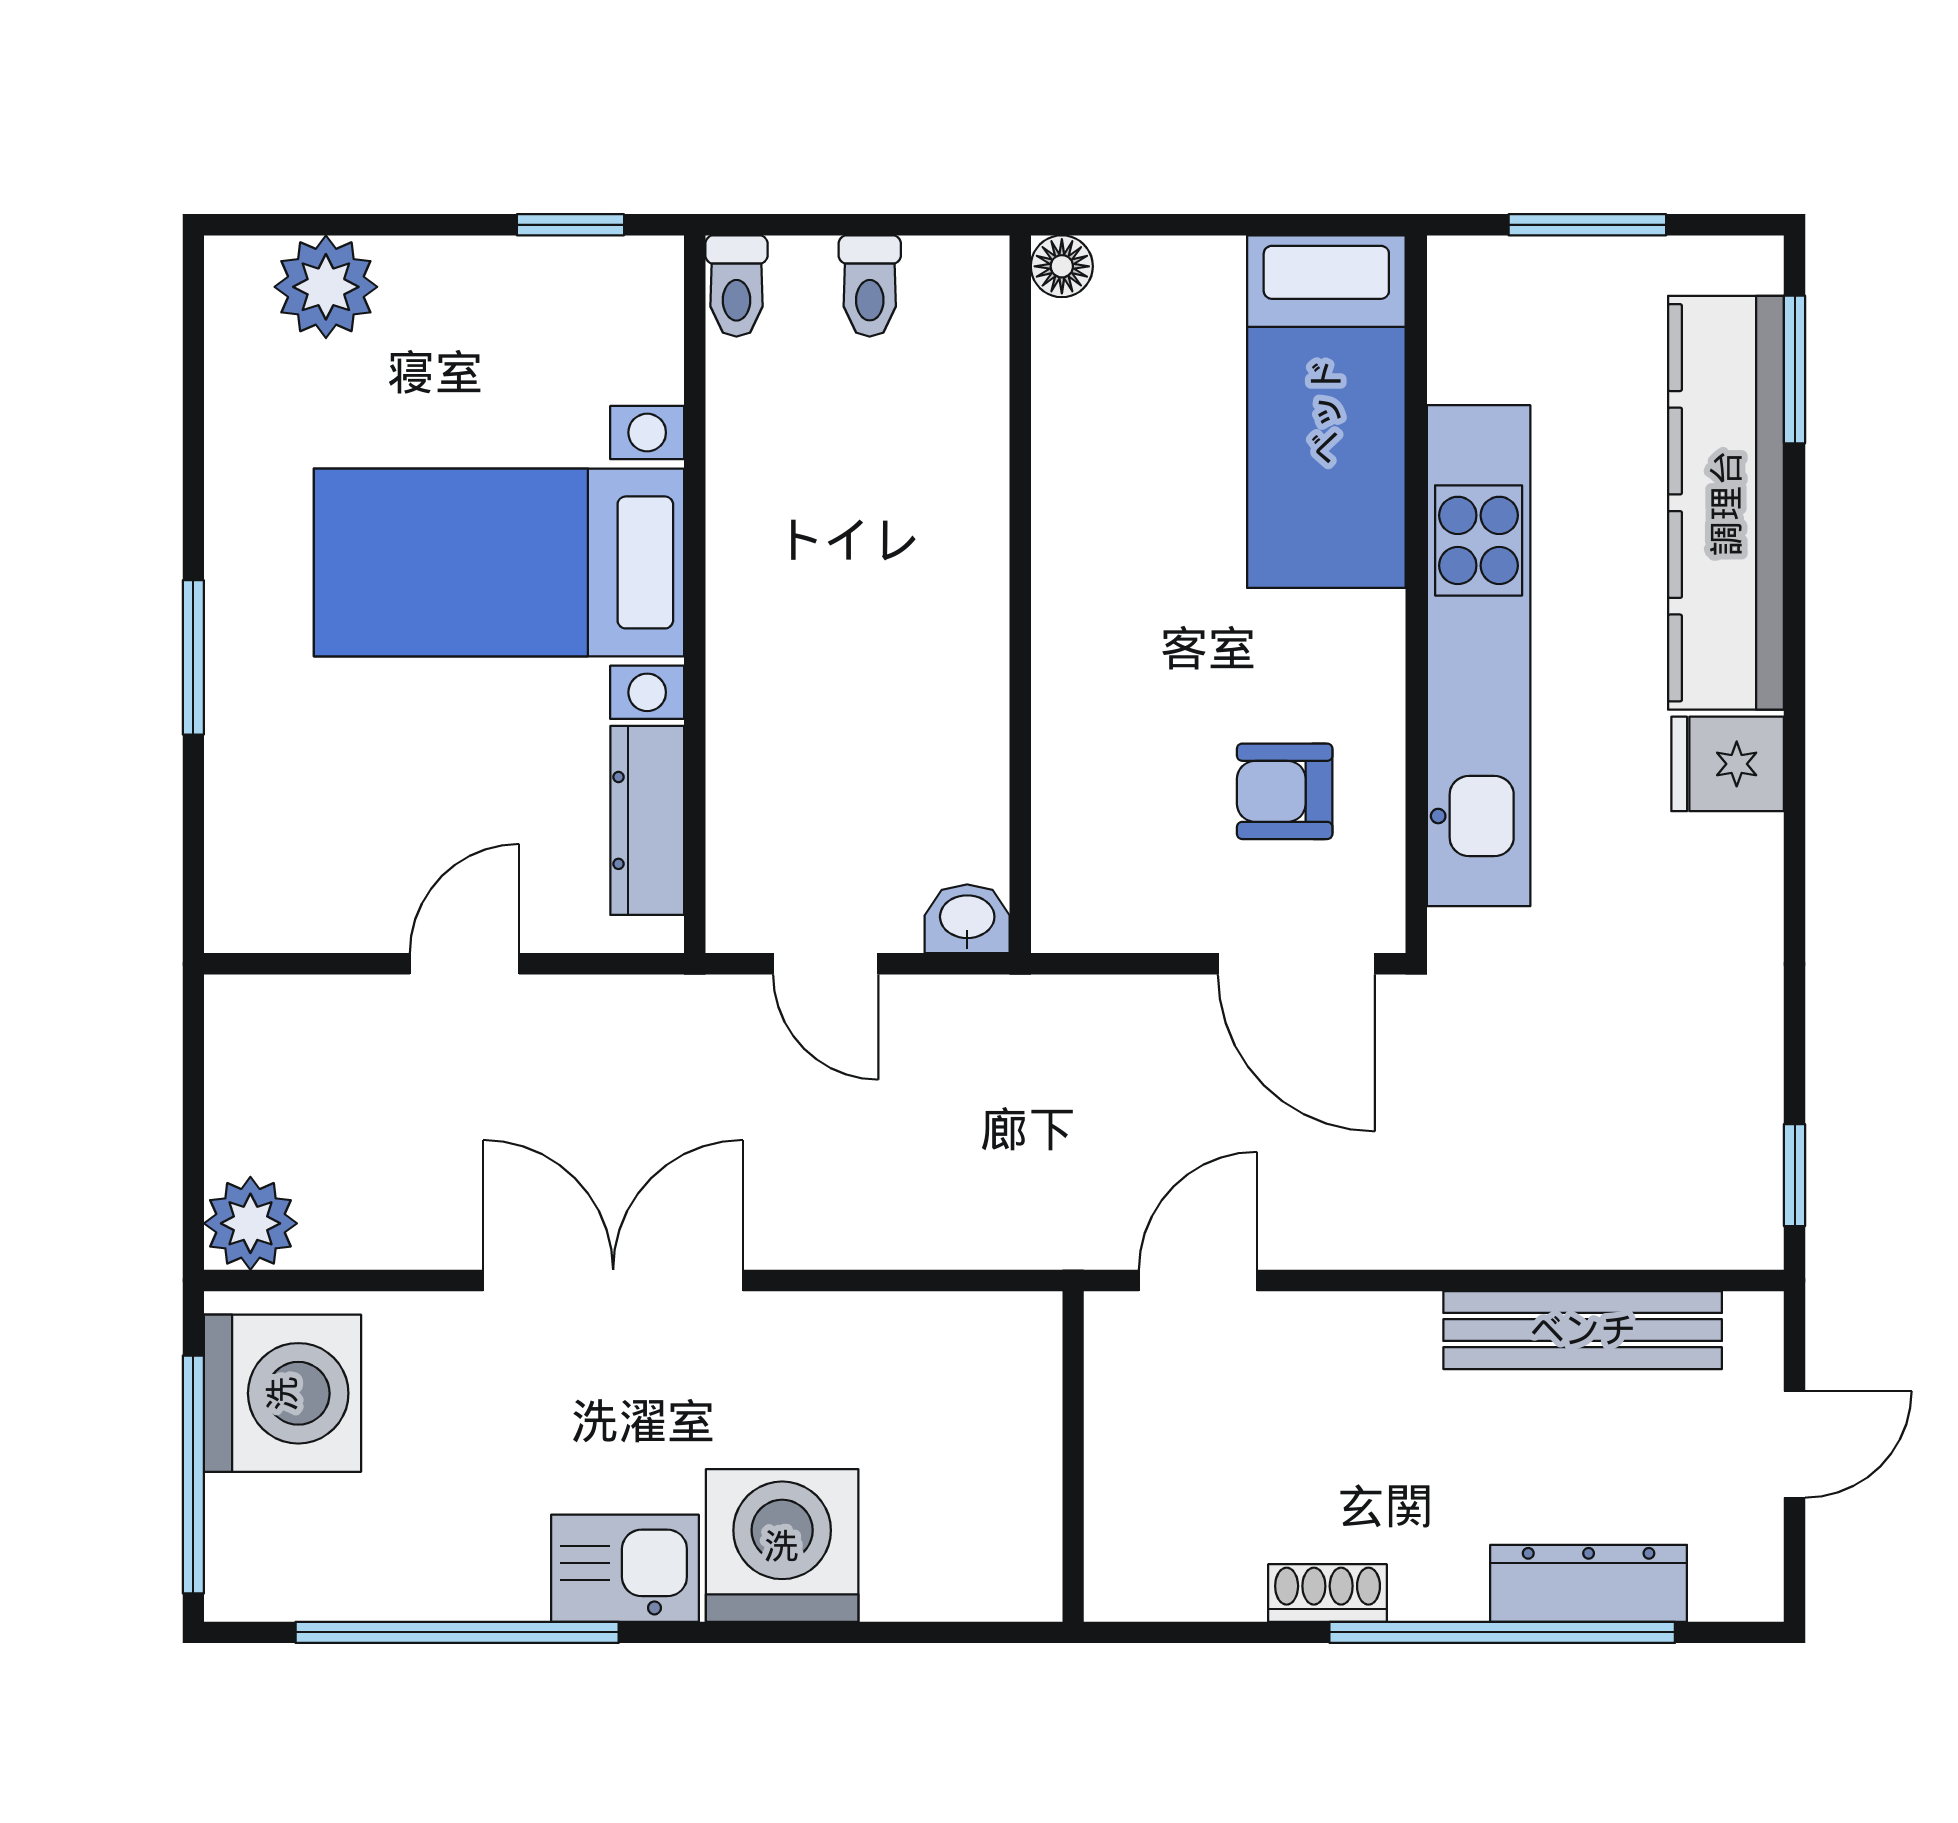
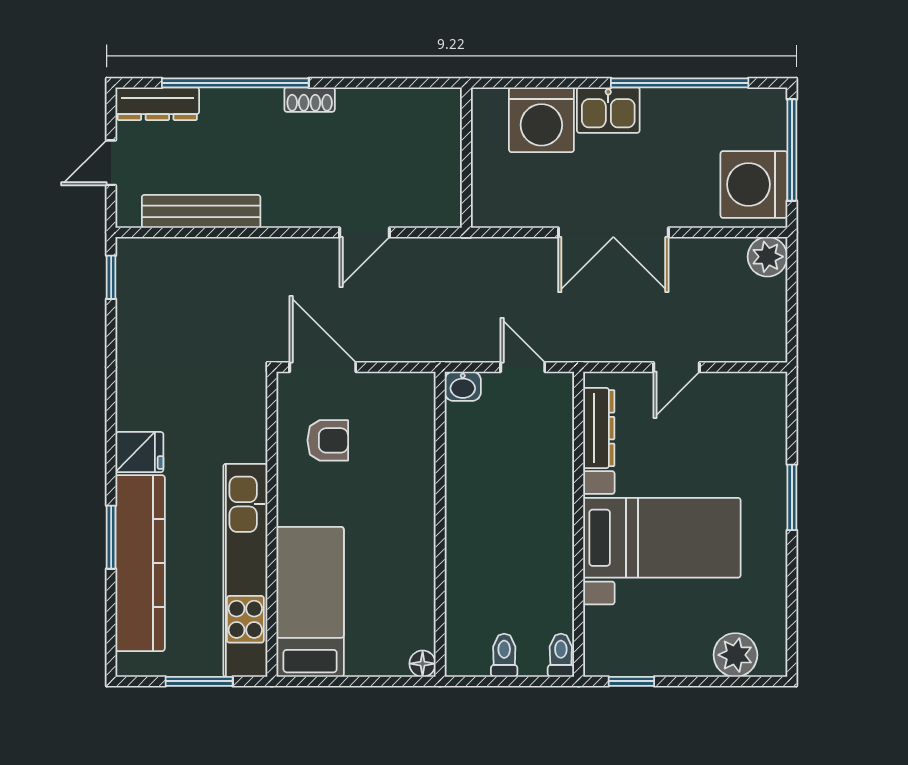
window: (1795, 370) -> (111, 537), moved
kitchen unit: (1479, 656) -> (245, 570), moved
wall: (1073, 1456) -> (466, 158), moved
dresser: (1589, 1583) -> (157, 104), moved

